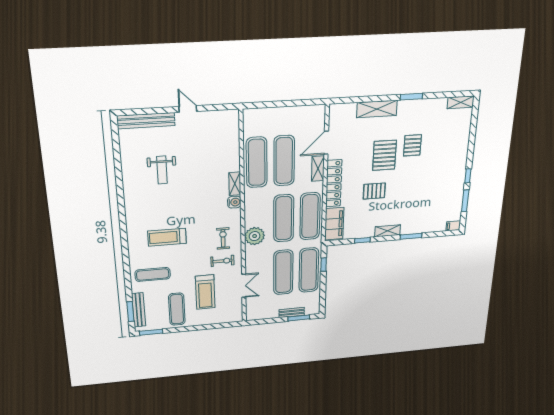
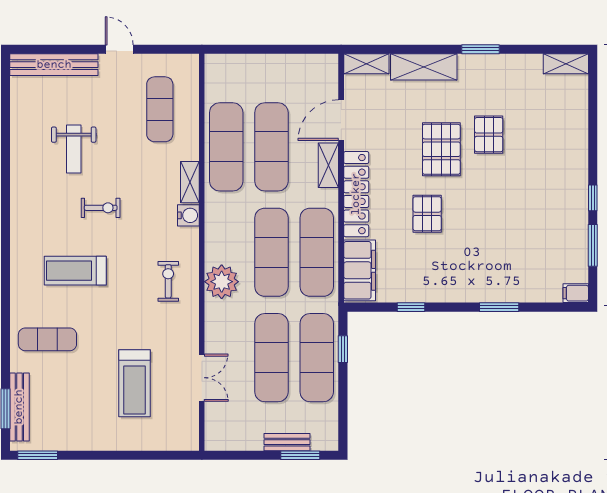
pallet: (374, 191) -> (427, 214), turned 90
shelving: (387, 231) -> (366, 64), moved
exercise bike: (222, 261) -> (101, 208), moved
exercise mat: (177, 309) -> (160, 109), moved

